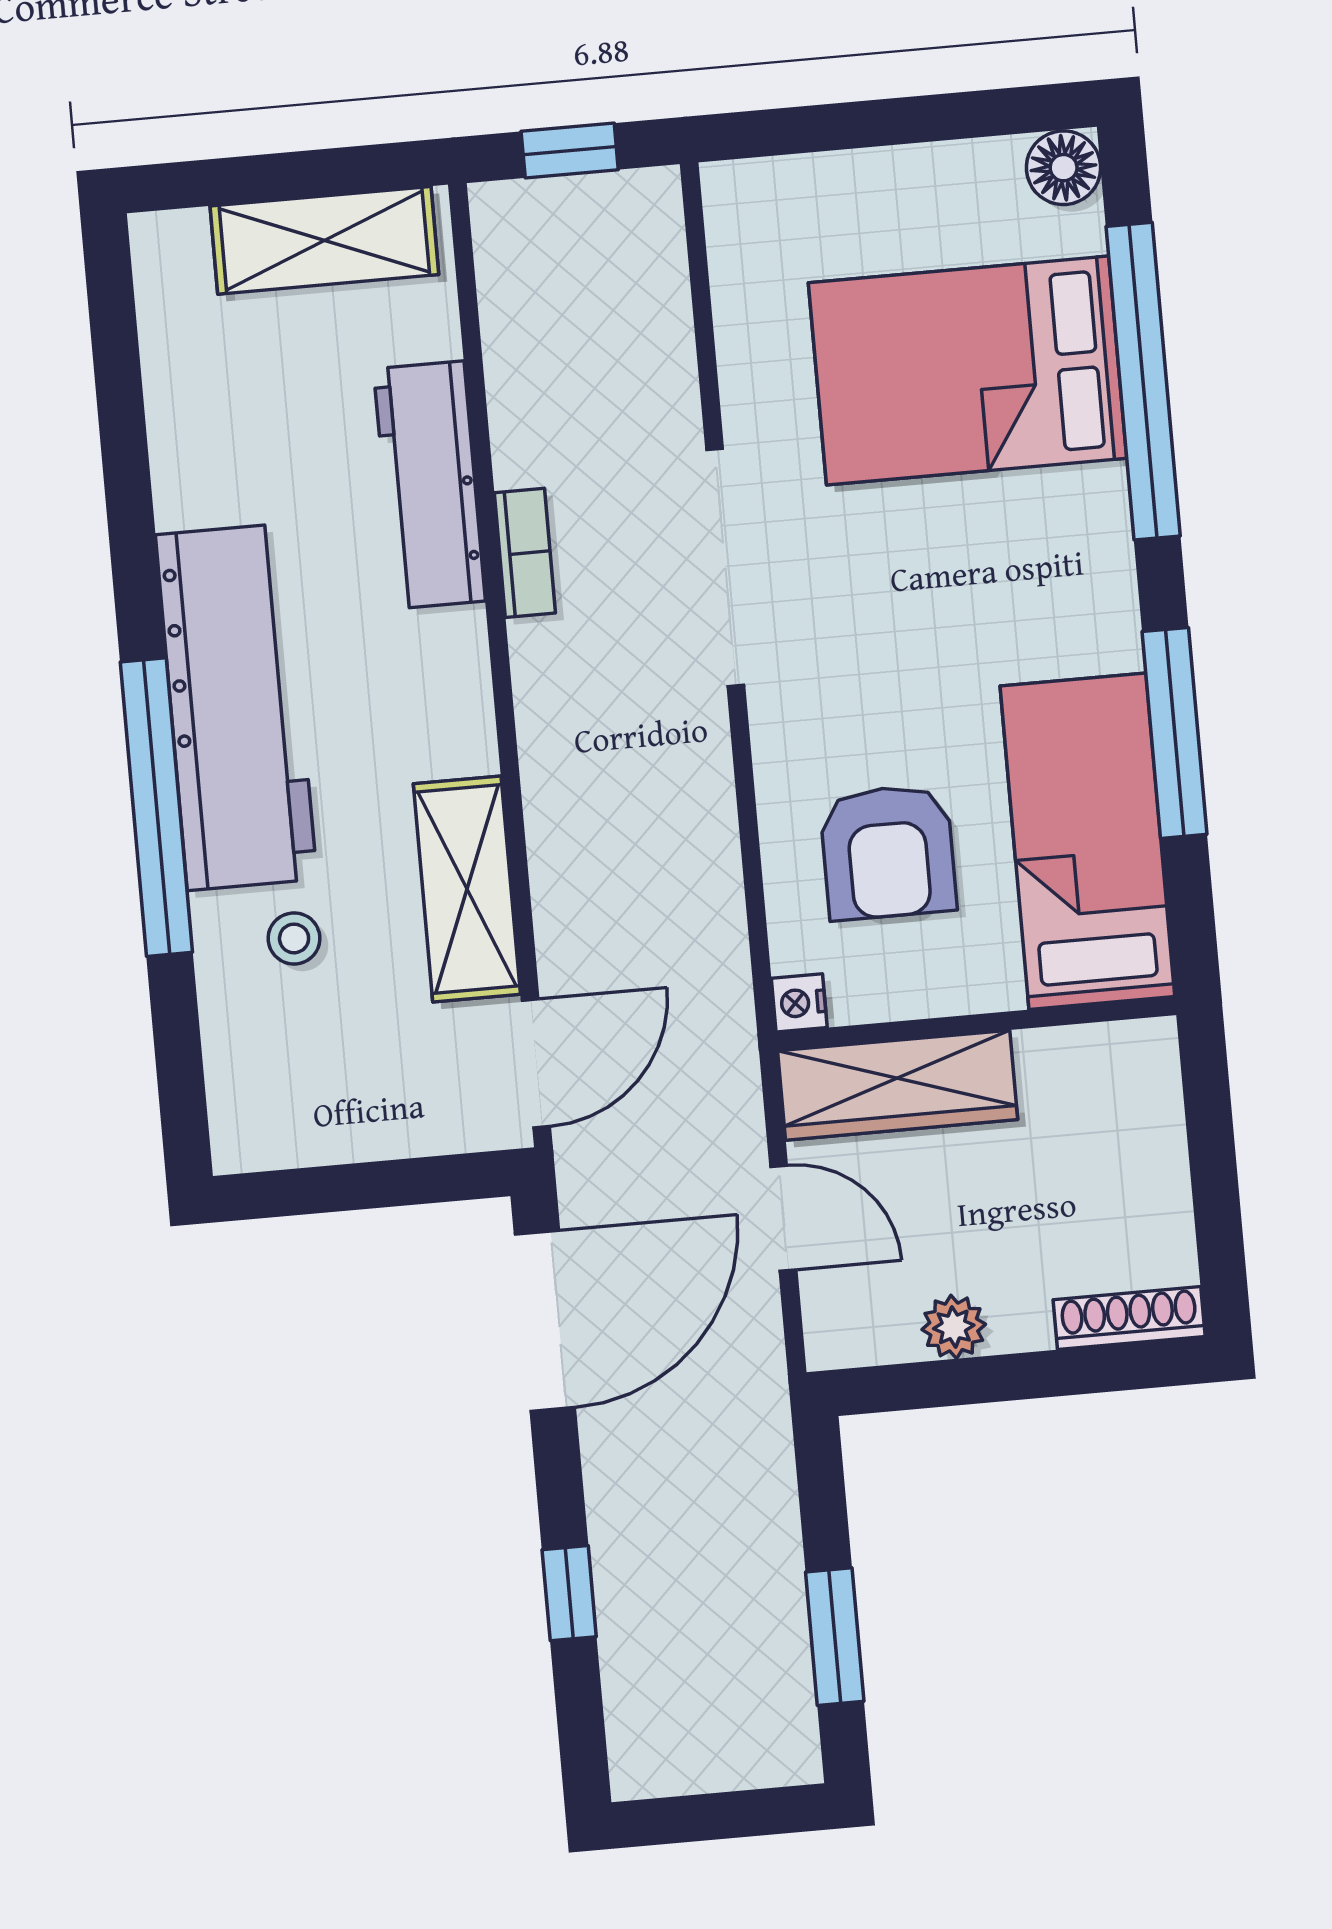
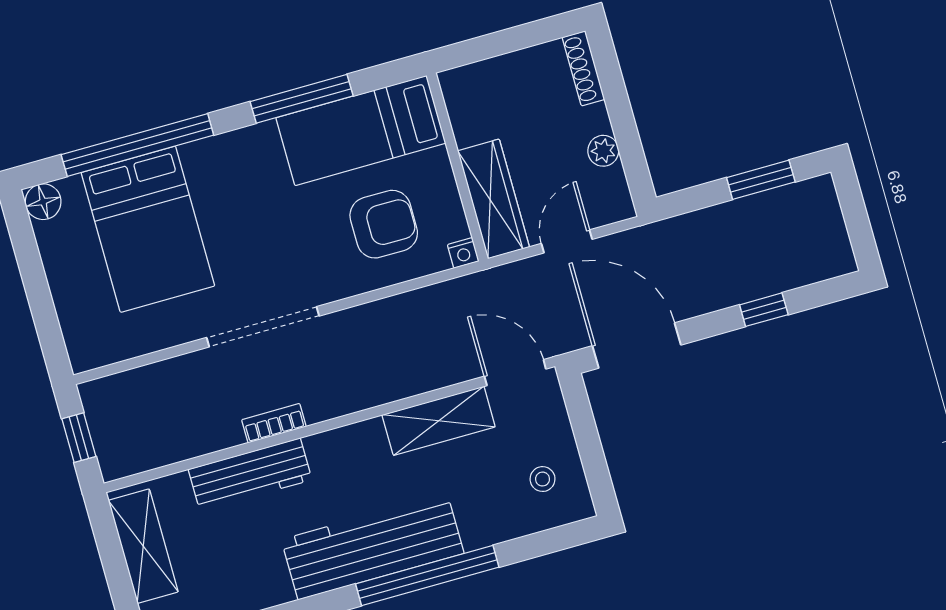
stool: (294, 938) -> (543, 479), moved

